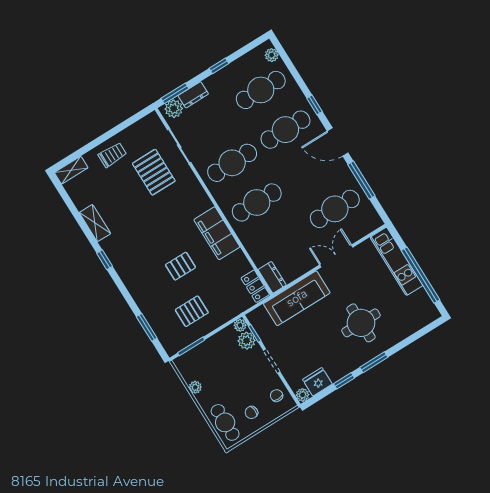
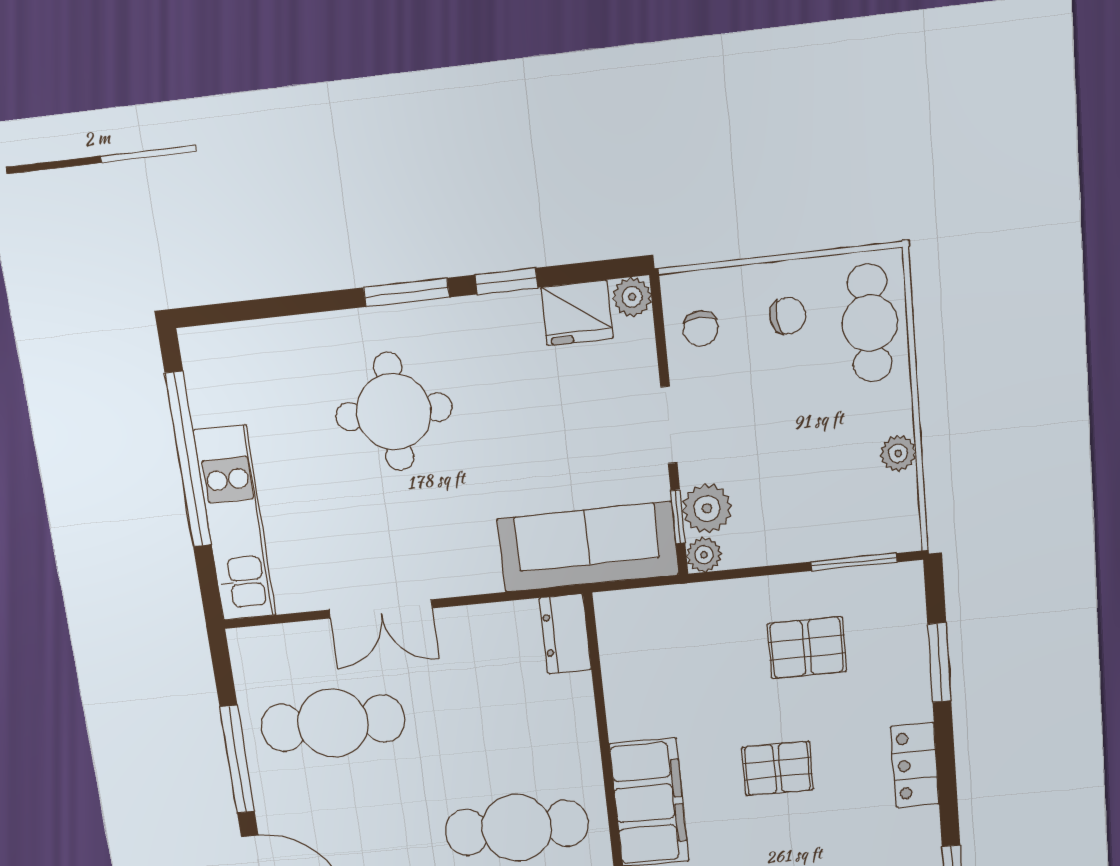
locker: (255, 286) -> (915, 765), moved, turned 180
sofa: (297, 298) -> (588, 547), moved

